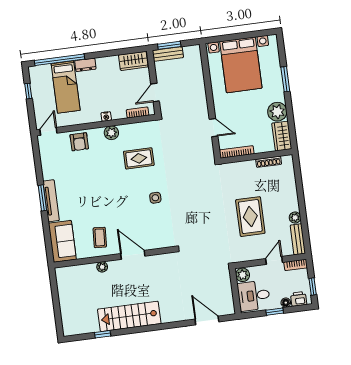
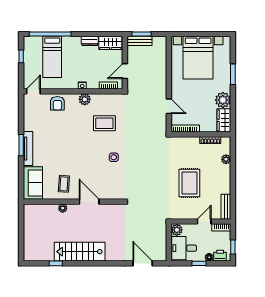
dresser: (85, 65) -> (90, 41), moved
plant: (295, 218) -> (226, 159), moved

